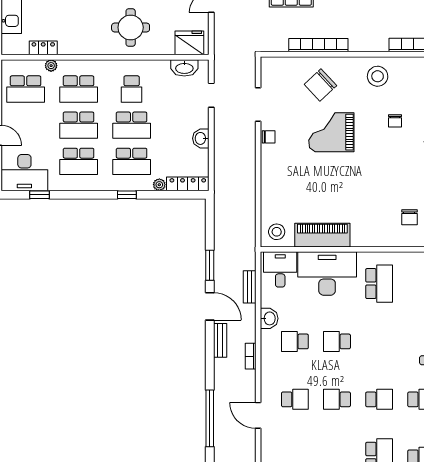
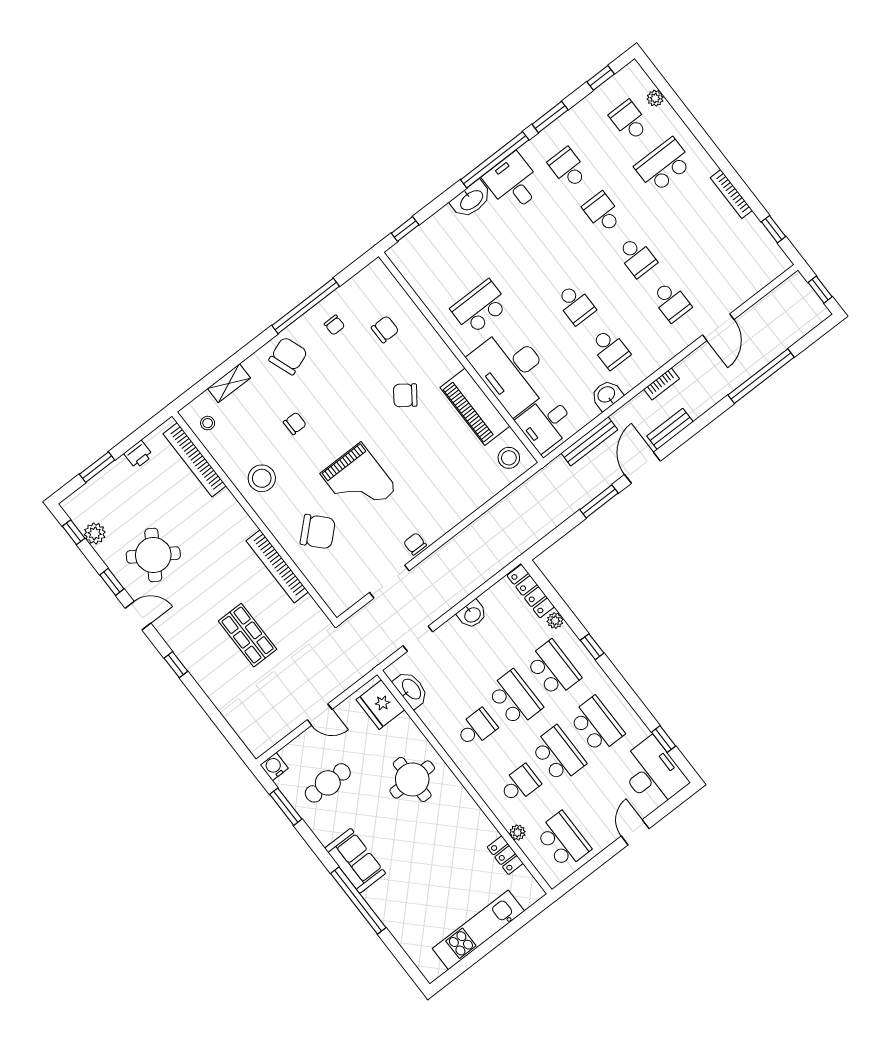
school desk: (79, 89) -> (520, 784), width x0.54
chair: (361, 199) -> (405, 395), added
bench: (250, 287) -> (589, 441), width x1.36
school desk: (295, 399) -> (671, 302), turned 180

